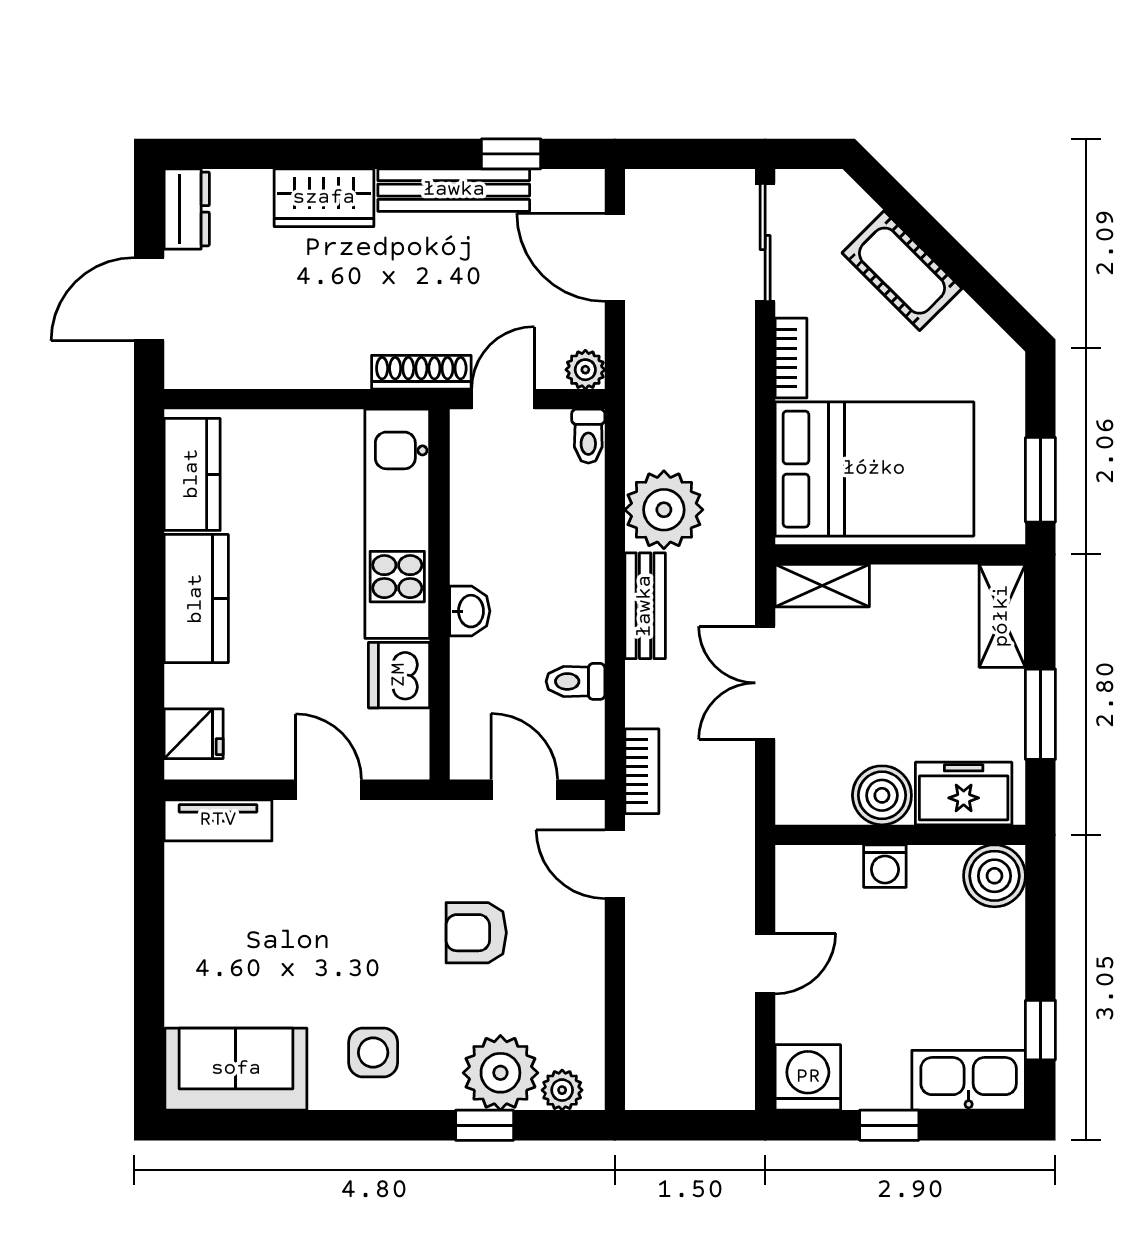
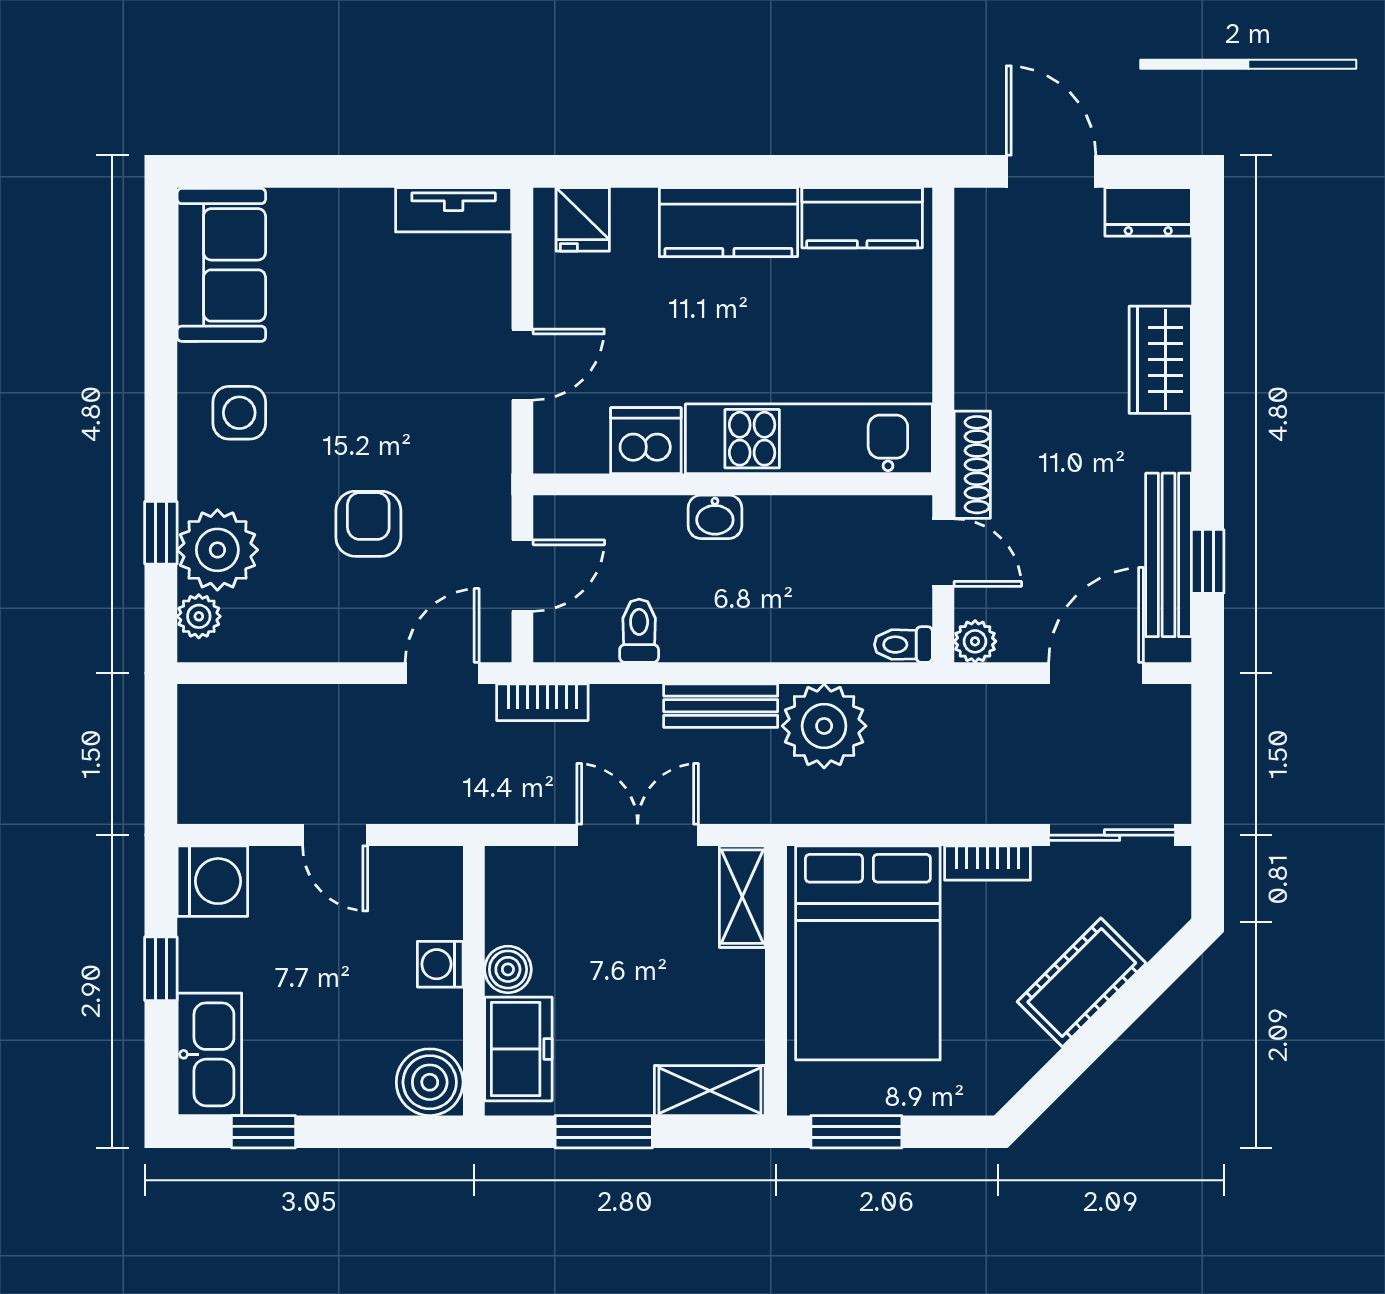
bench: (454, 190) -> (1169, 555), moved
boiler: (882, 795) -> (508, 969), width x0.73, depth x0.73
tv unit: (218, 820) -> (454, 210), moved, turned -90

